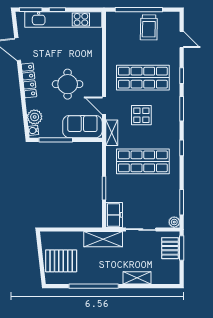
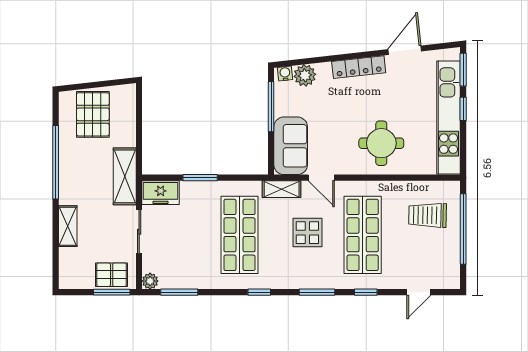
trolley: (149, 27) -> (428, 215), moved
round table: (68, 84) -> (381, 143), moved
door: (104, 106) -> (321, 178), swing flipped

